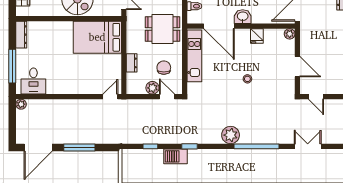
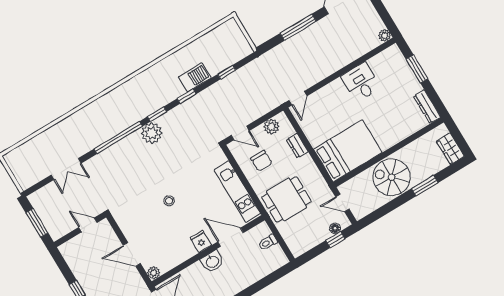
door: (219, 26) -> (231, 237), width x0.73
fridge: (257, 36) -> (201, 241), moved
window: (12, 66) -> (417, 69), width x0.69
door: (297, 67) -> (132, 254), moved
desk: (33, 81) -> (361, 82), moved
plant: (152, 88) -> (271, 127), moved
window: (218, 146) -> (157, 114), added

